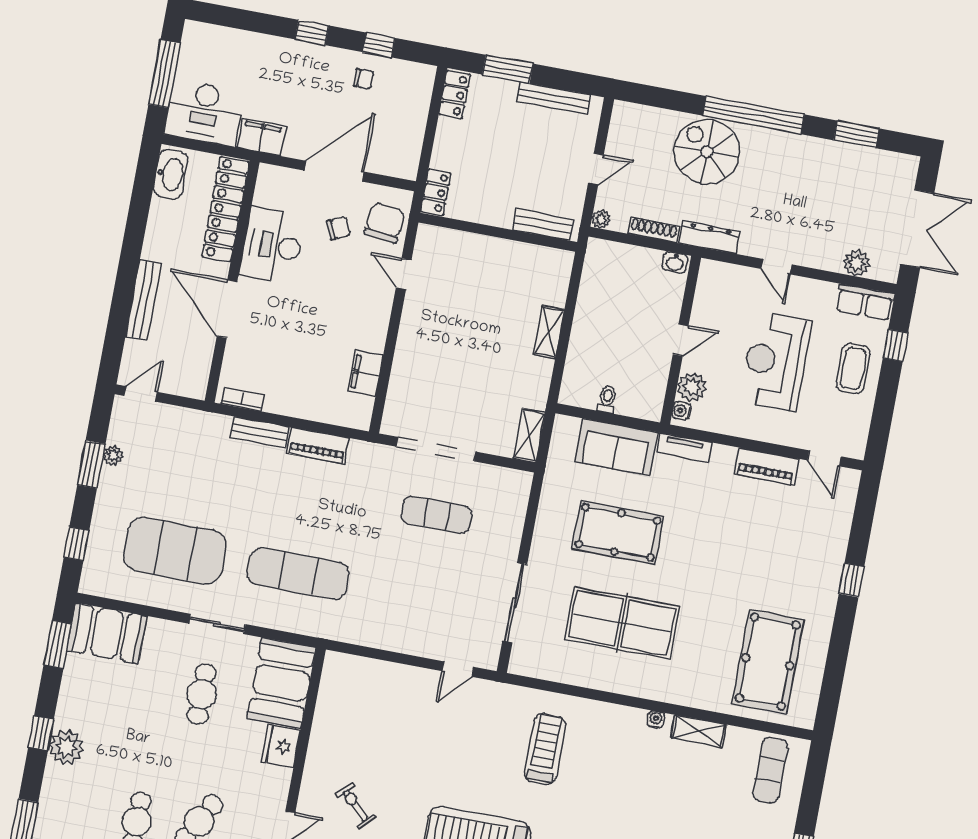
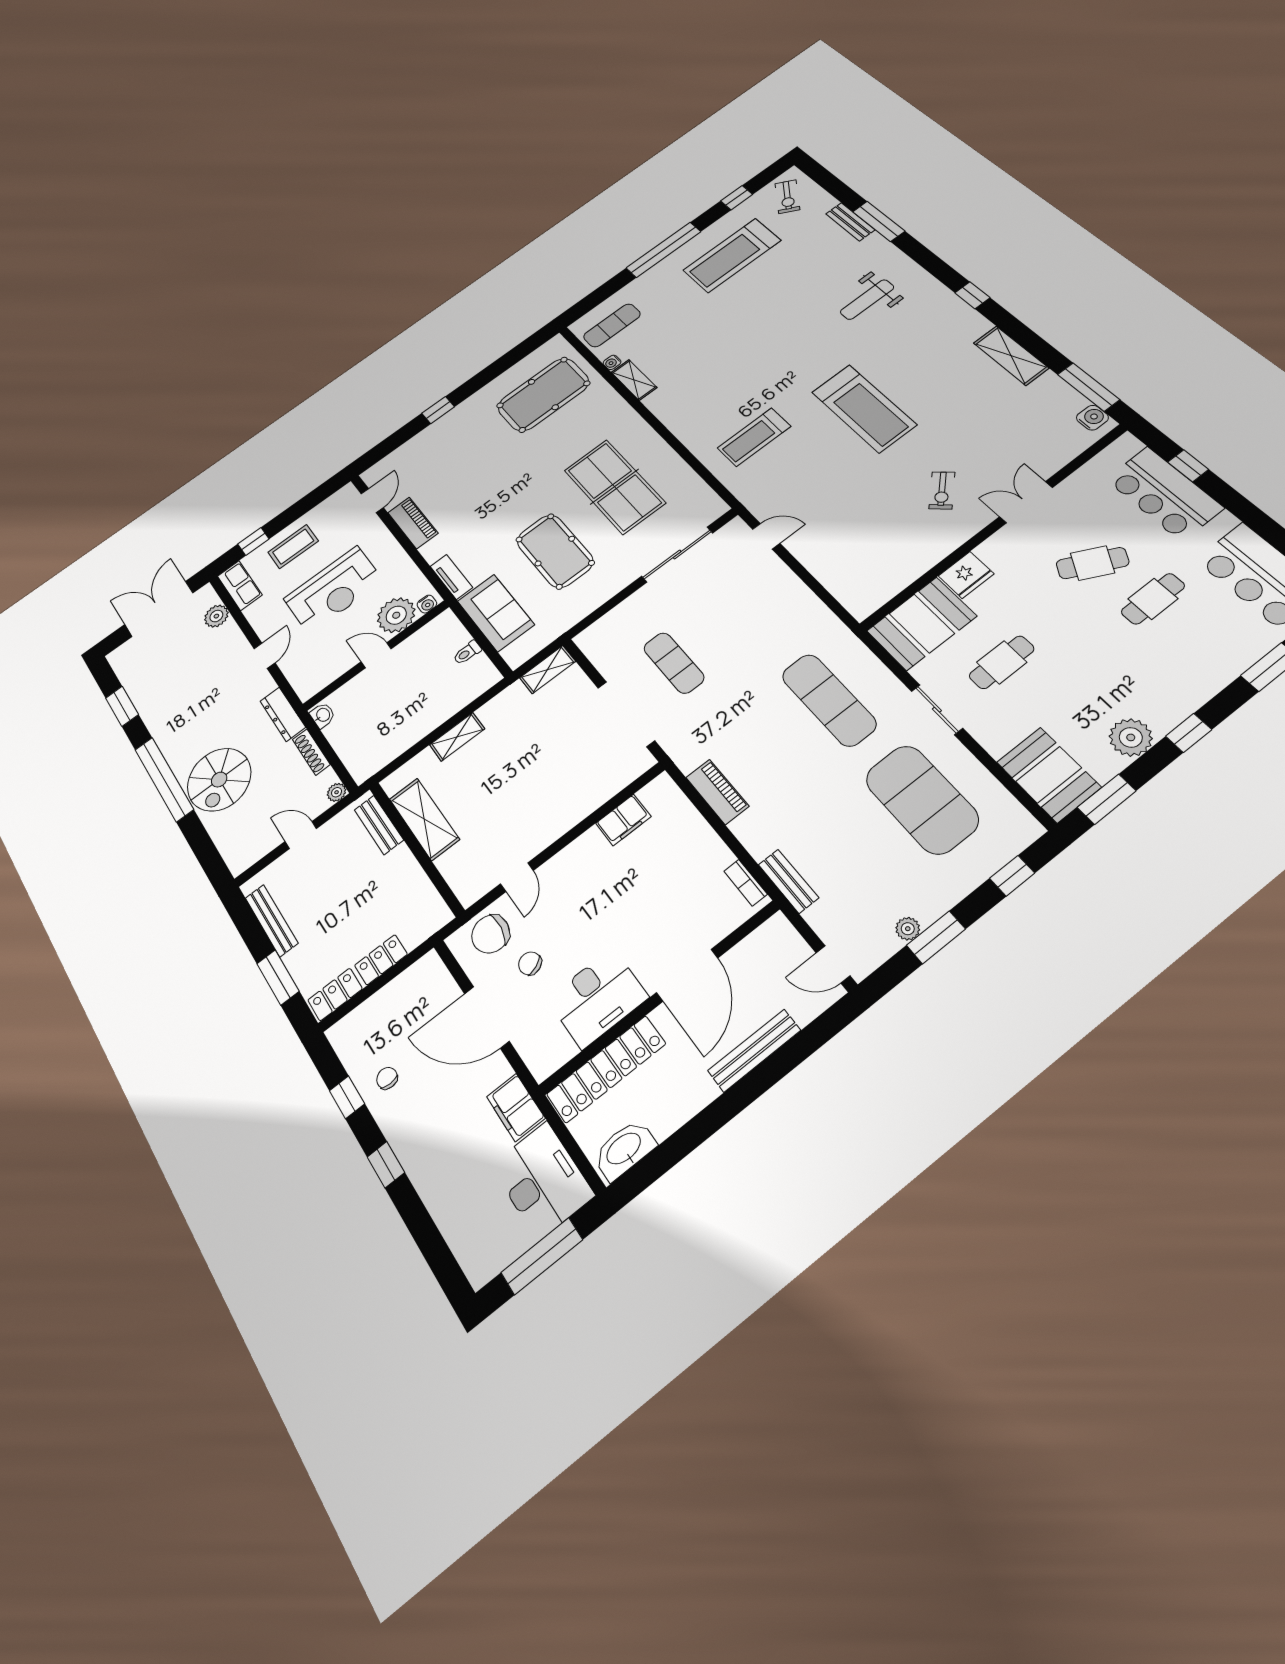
locker: (436, 192) -> (381, 960), moved
shelving: (513, 256) -> (424, 819), added
plant: (692, 387) -> (396, 615), width x1.36, depth x1.36
bench: (260, 432) -> (788, 881), moved
water cooler: (656, 719) -> (612, 362), moved
plant: (66, 747) -> (1131, 737), moved

